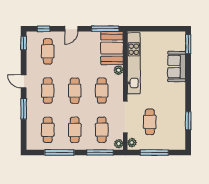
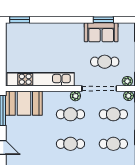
sofa: (177, 67) -> (101, 32), moved
plant: (119, 70) -> (75, 96), moved

